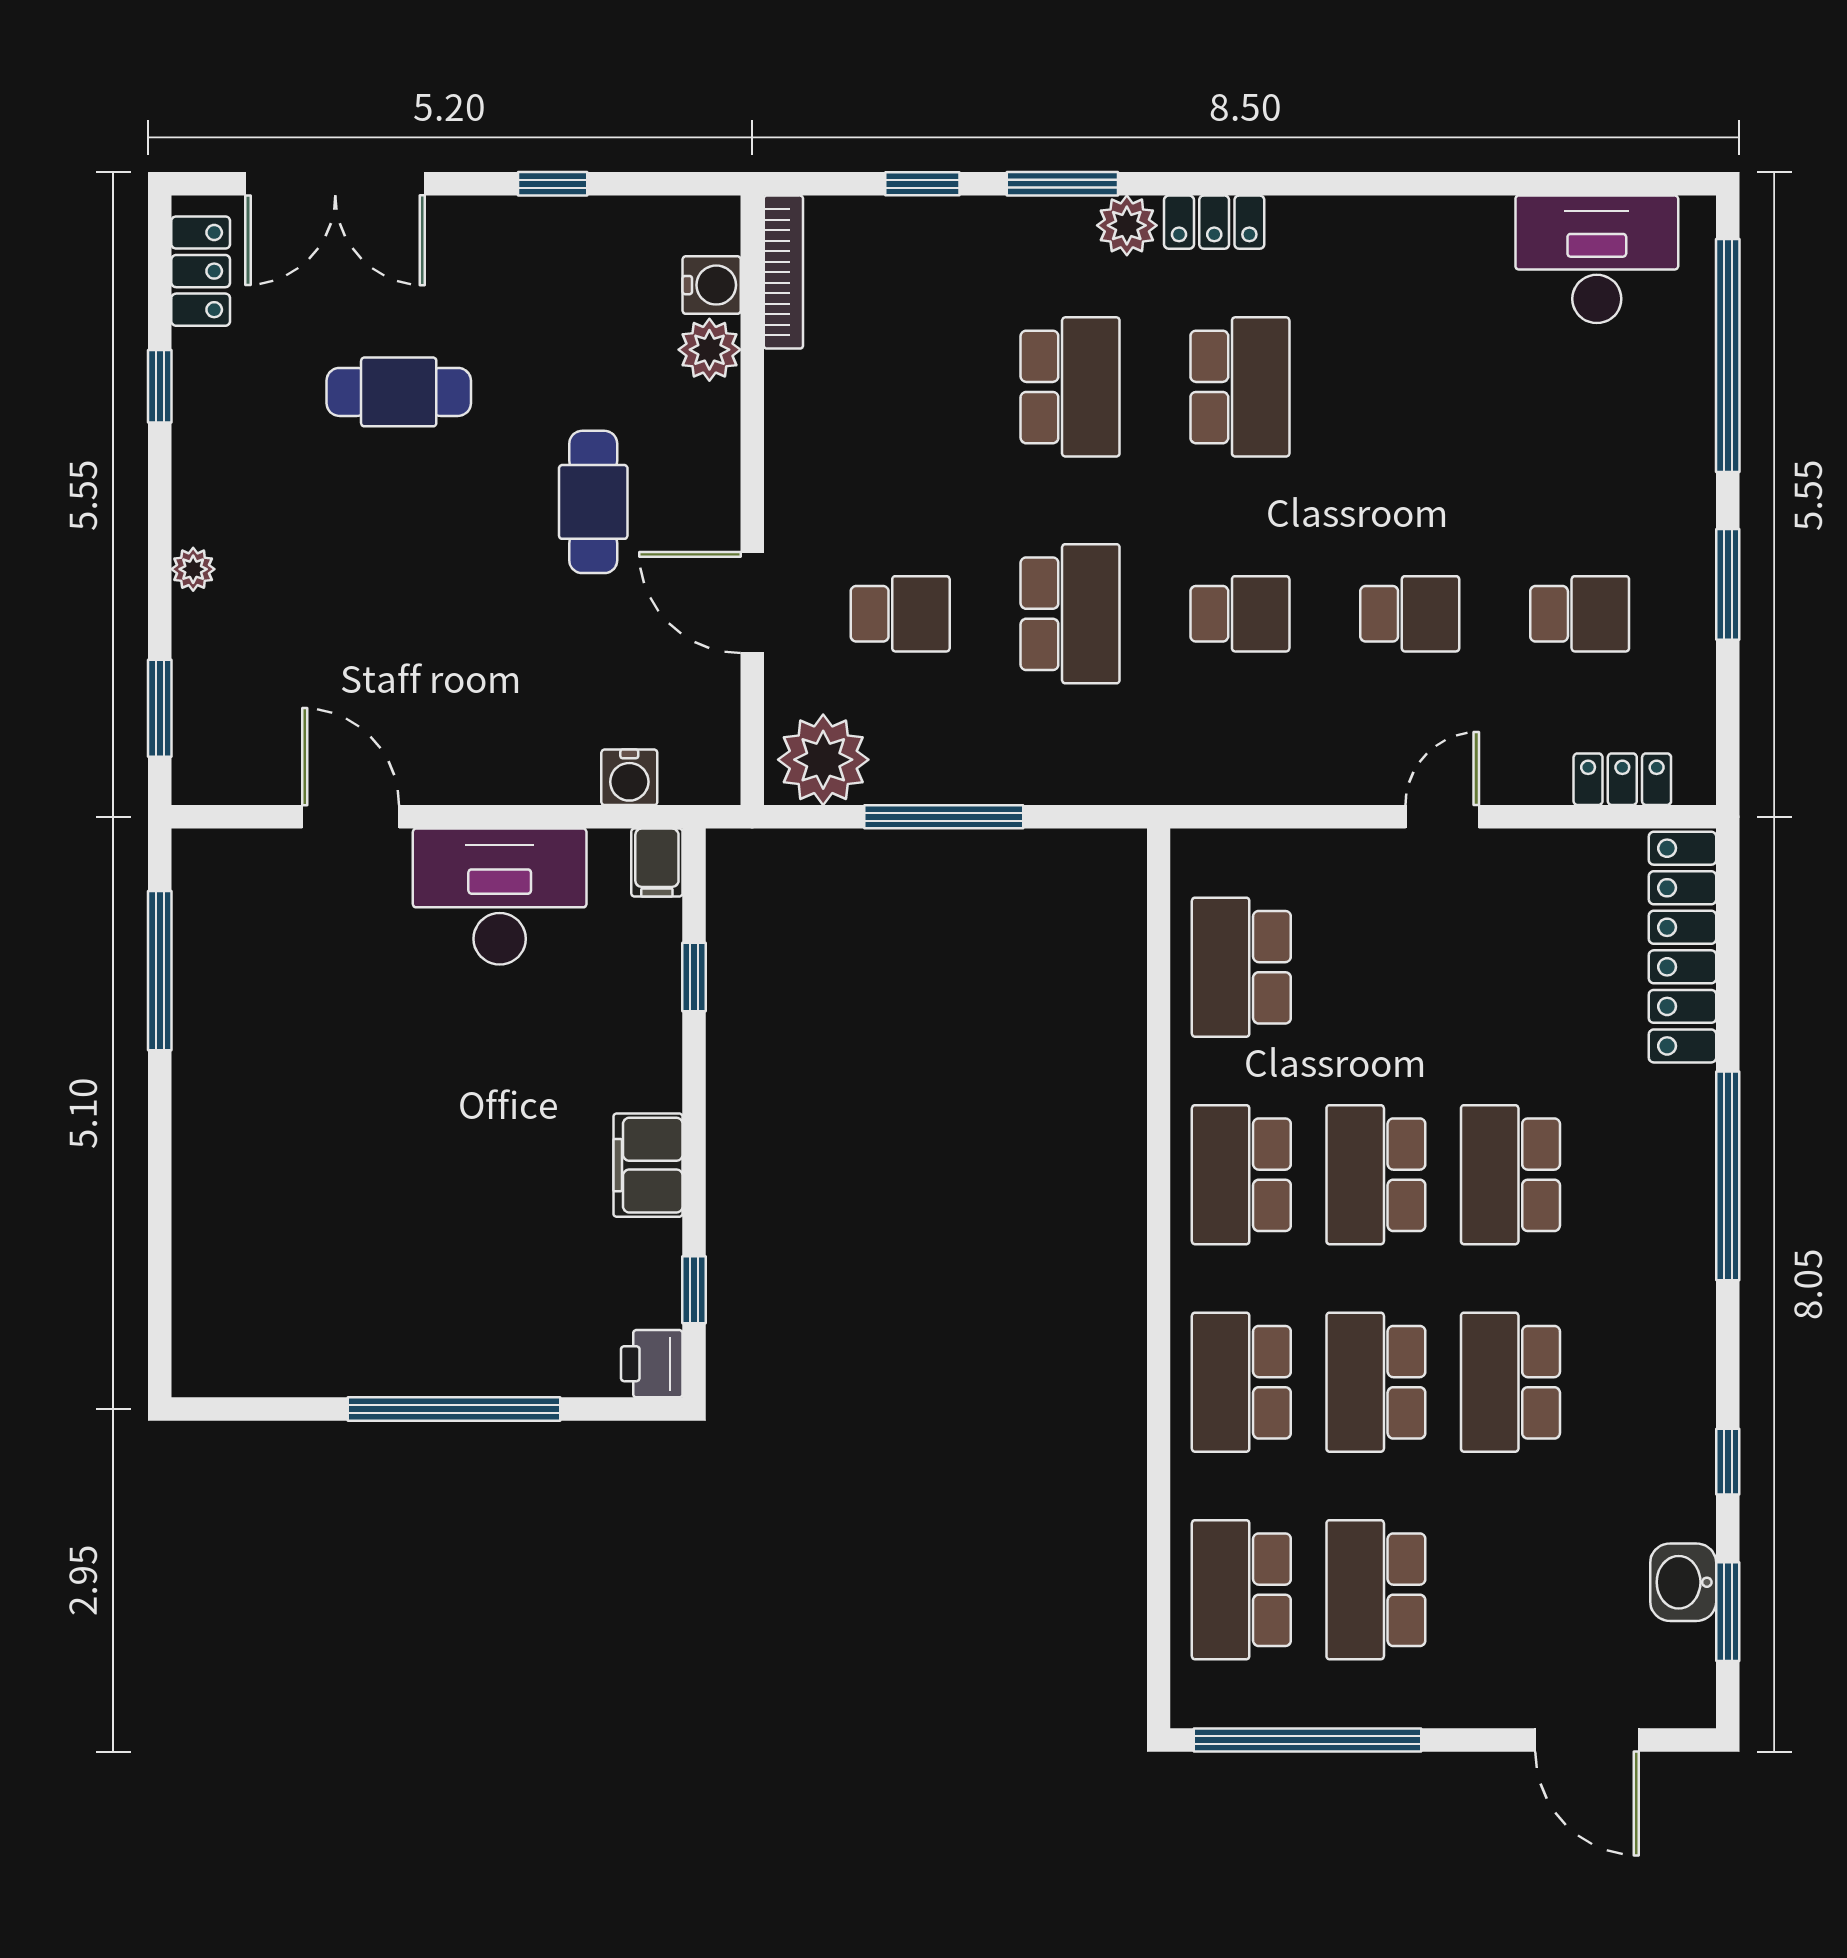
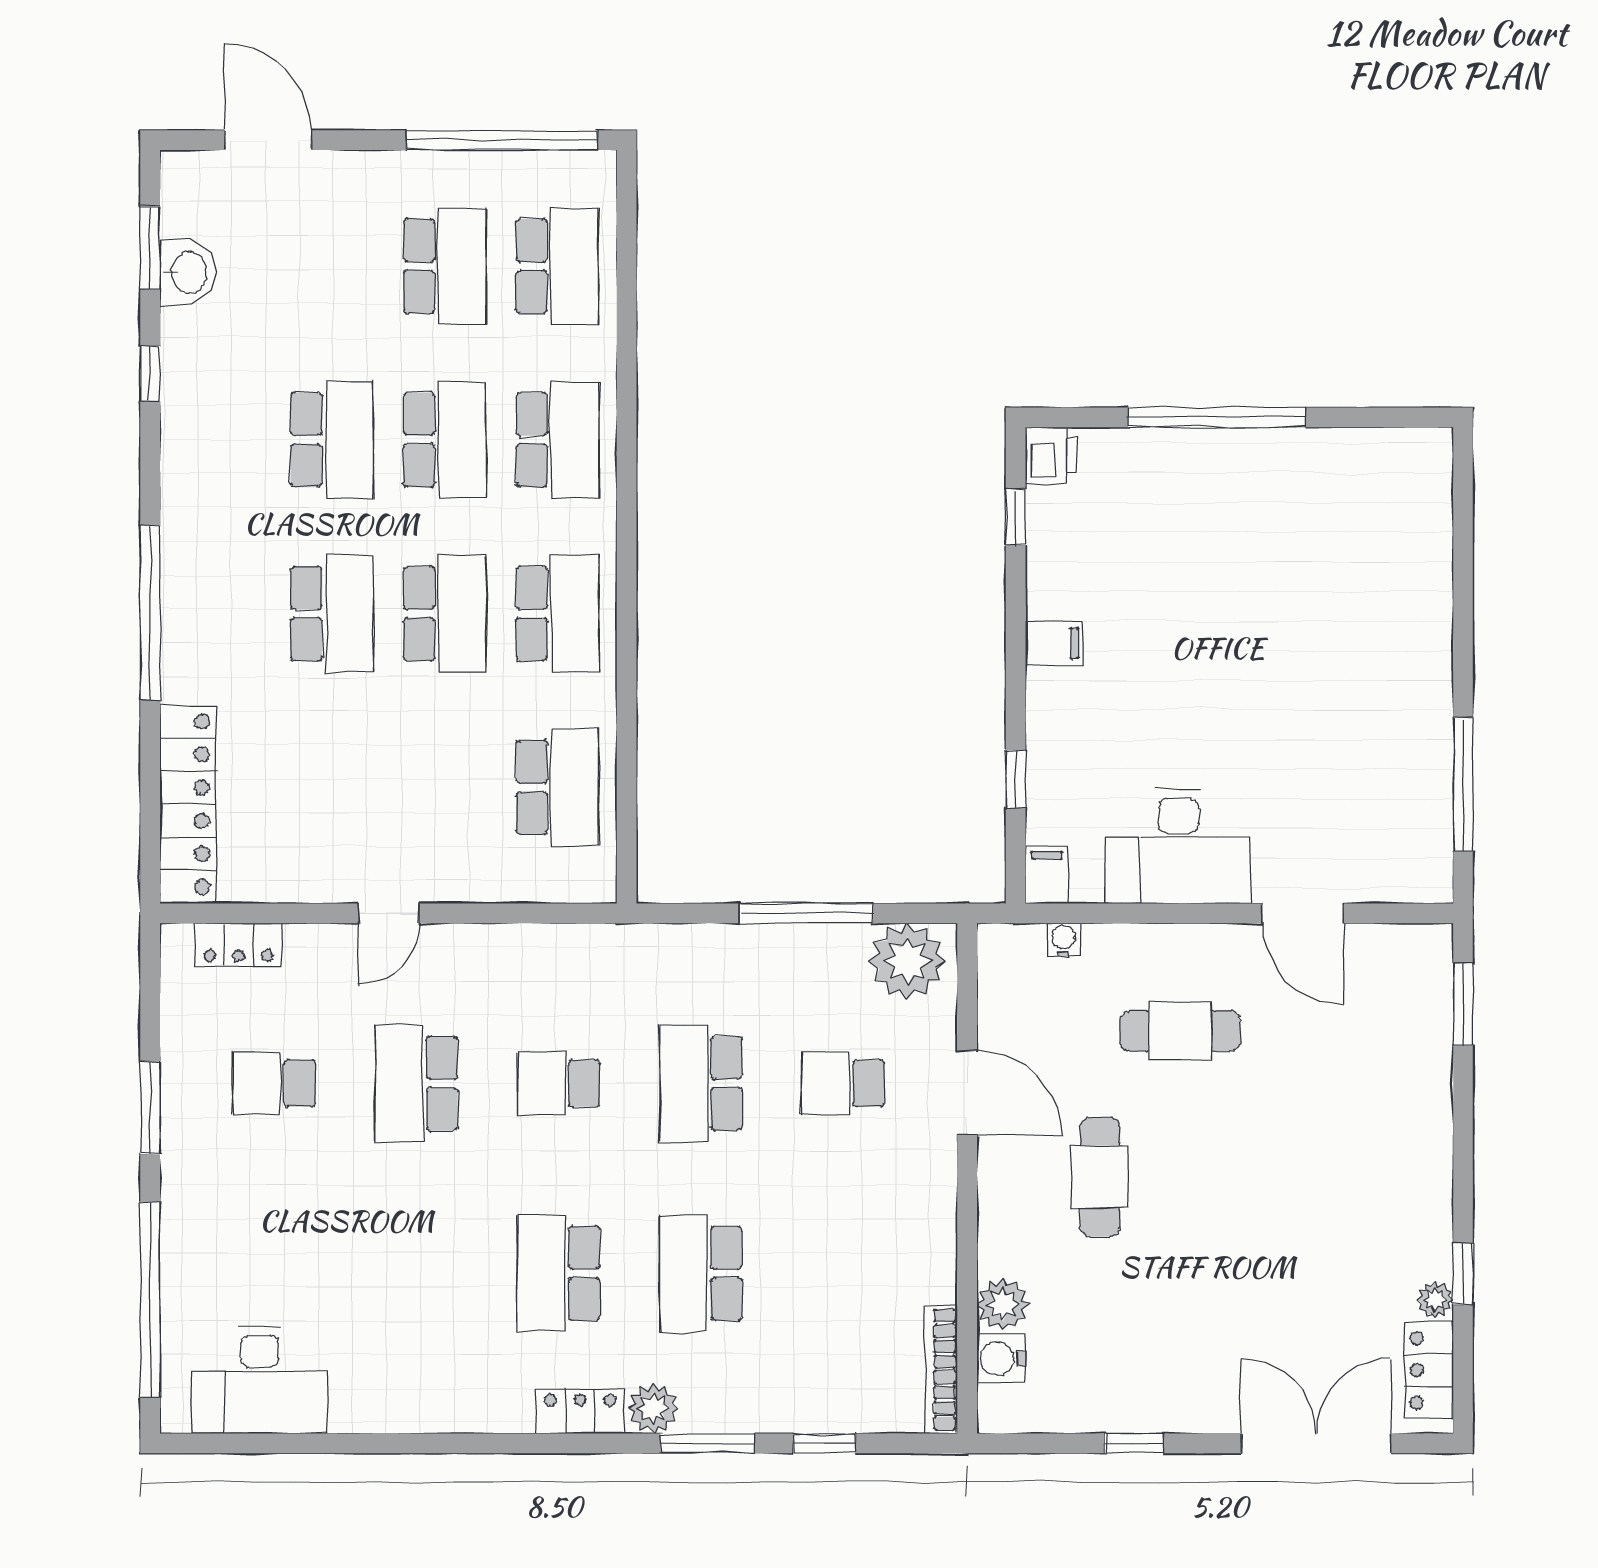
cafe table: (399, 392) -> (1180, 1031), moved
plant: (193, 569) -> (1435, 1300), moved
school desk: (1410, 614) -> (416, 1083), width x1.85
water cooler: (629, 777) -> (1063, 940), width x0.72, depth x0.72
filing cabinet: (648, 1165) -> (1054, 643), width x0.50

